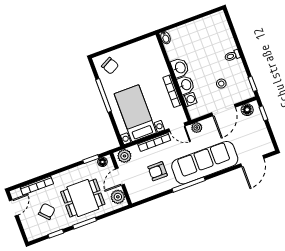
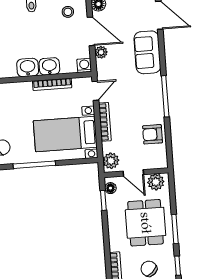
stool: (221, 84) -> (68, 12), moved
washing machine: (190, 99) -> (84, 65), moved
plant: (197, 128) -> (101, 52), moved
sofa: (205, 163) -> (147, 52), width x0.54, depth x0.79
armchair: (158, 171) -> (153, 134), moved, turned 90

